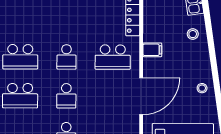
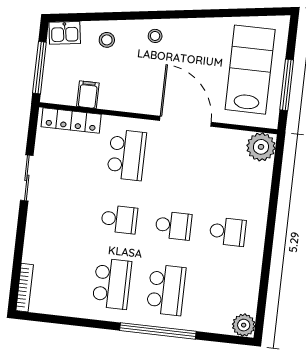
filing cabinet: (152, 50) -> (88, 95), moved
stool: (202, 88) -> (155, 36), moved

